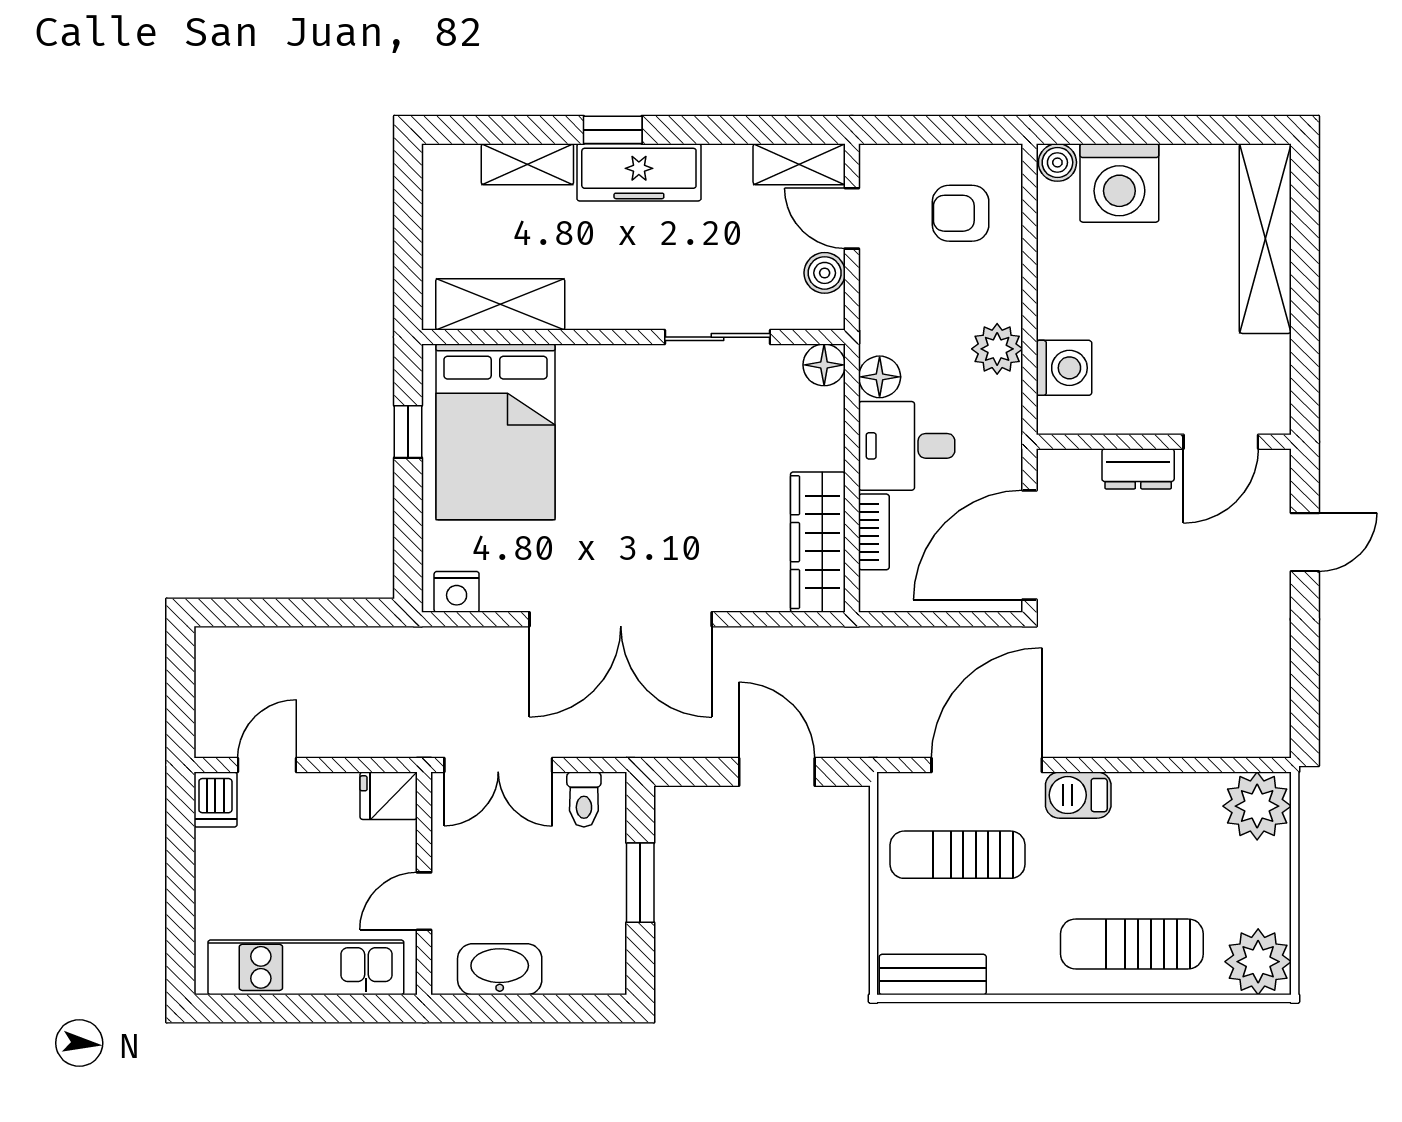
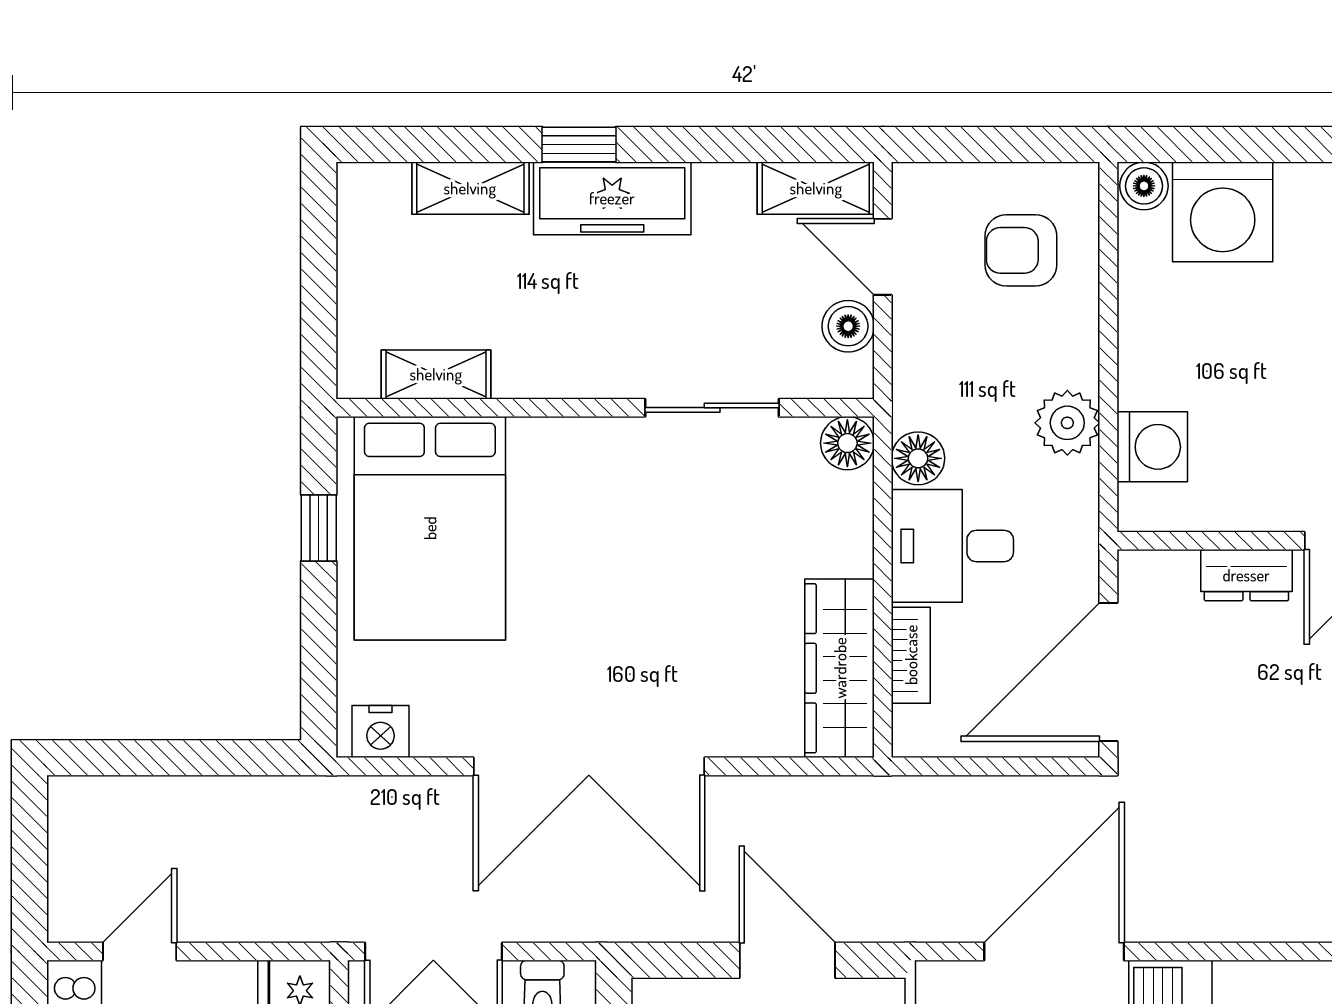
shelving: (500, 304) -> (436, 374), width x0.67, depth x0.75

